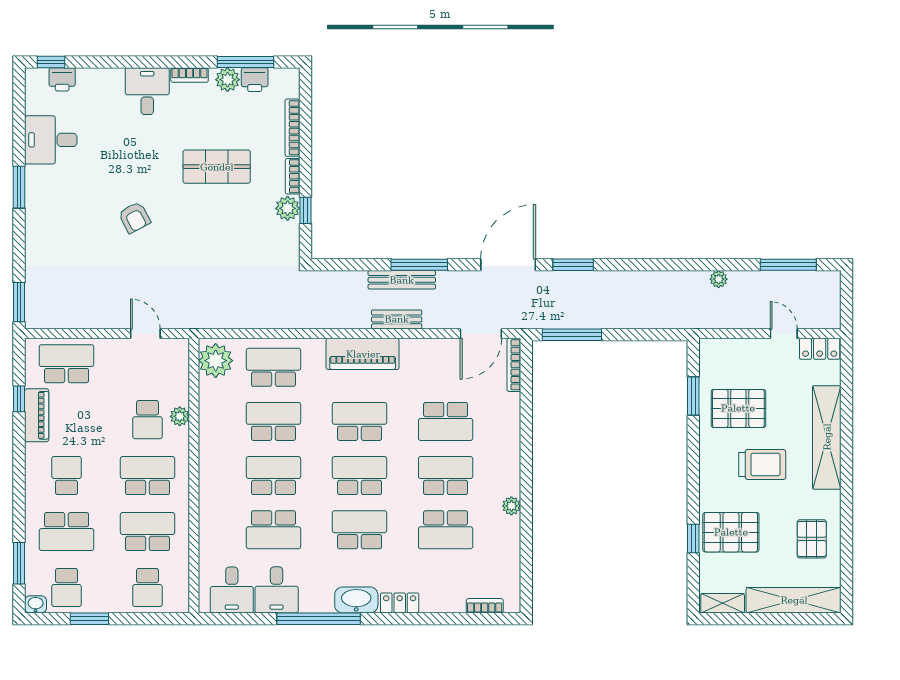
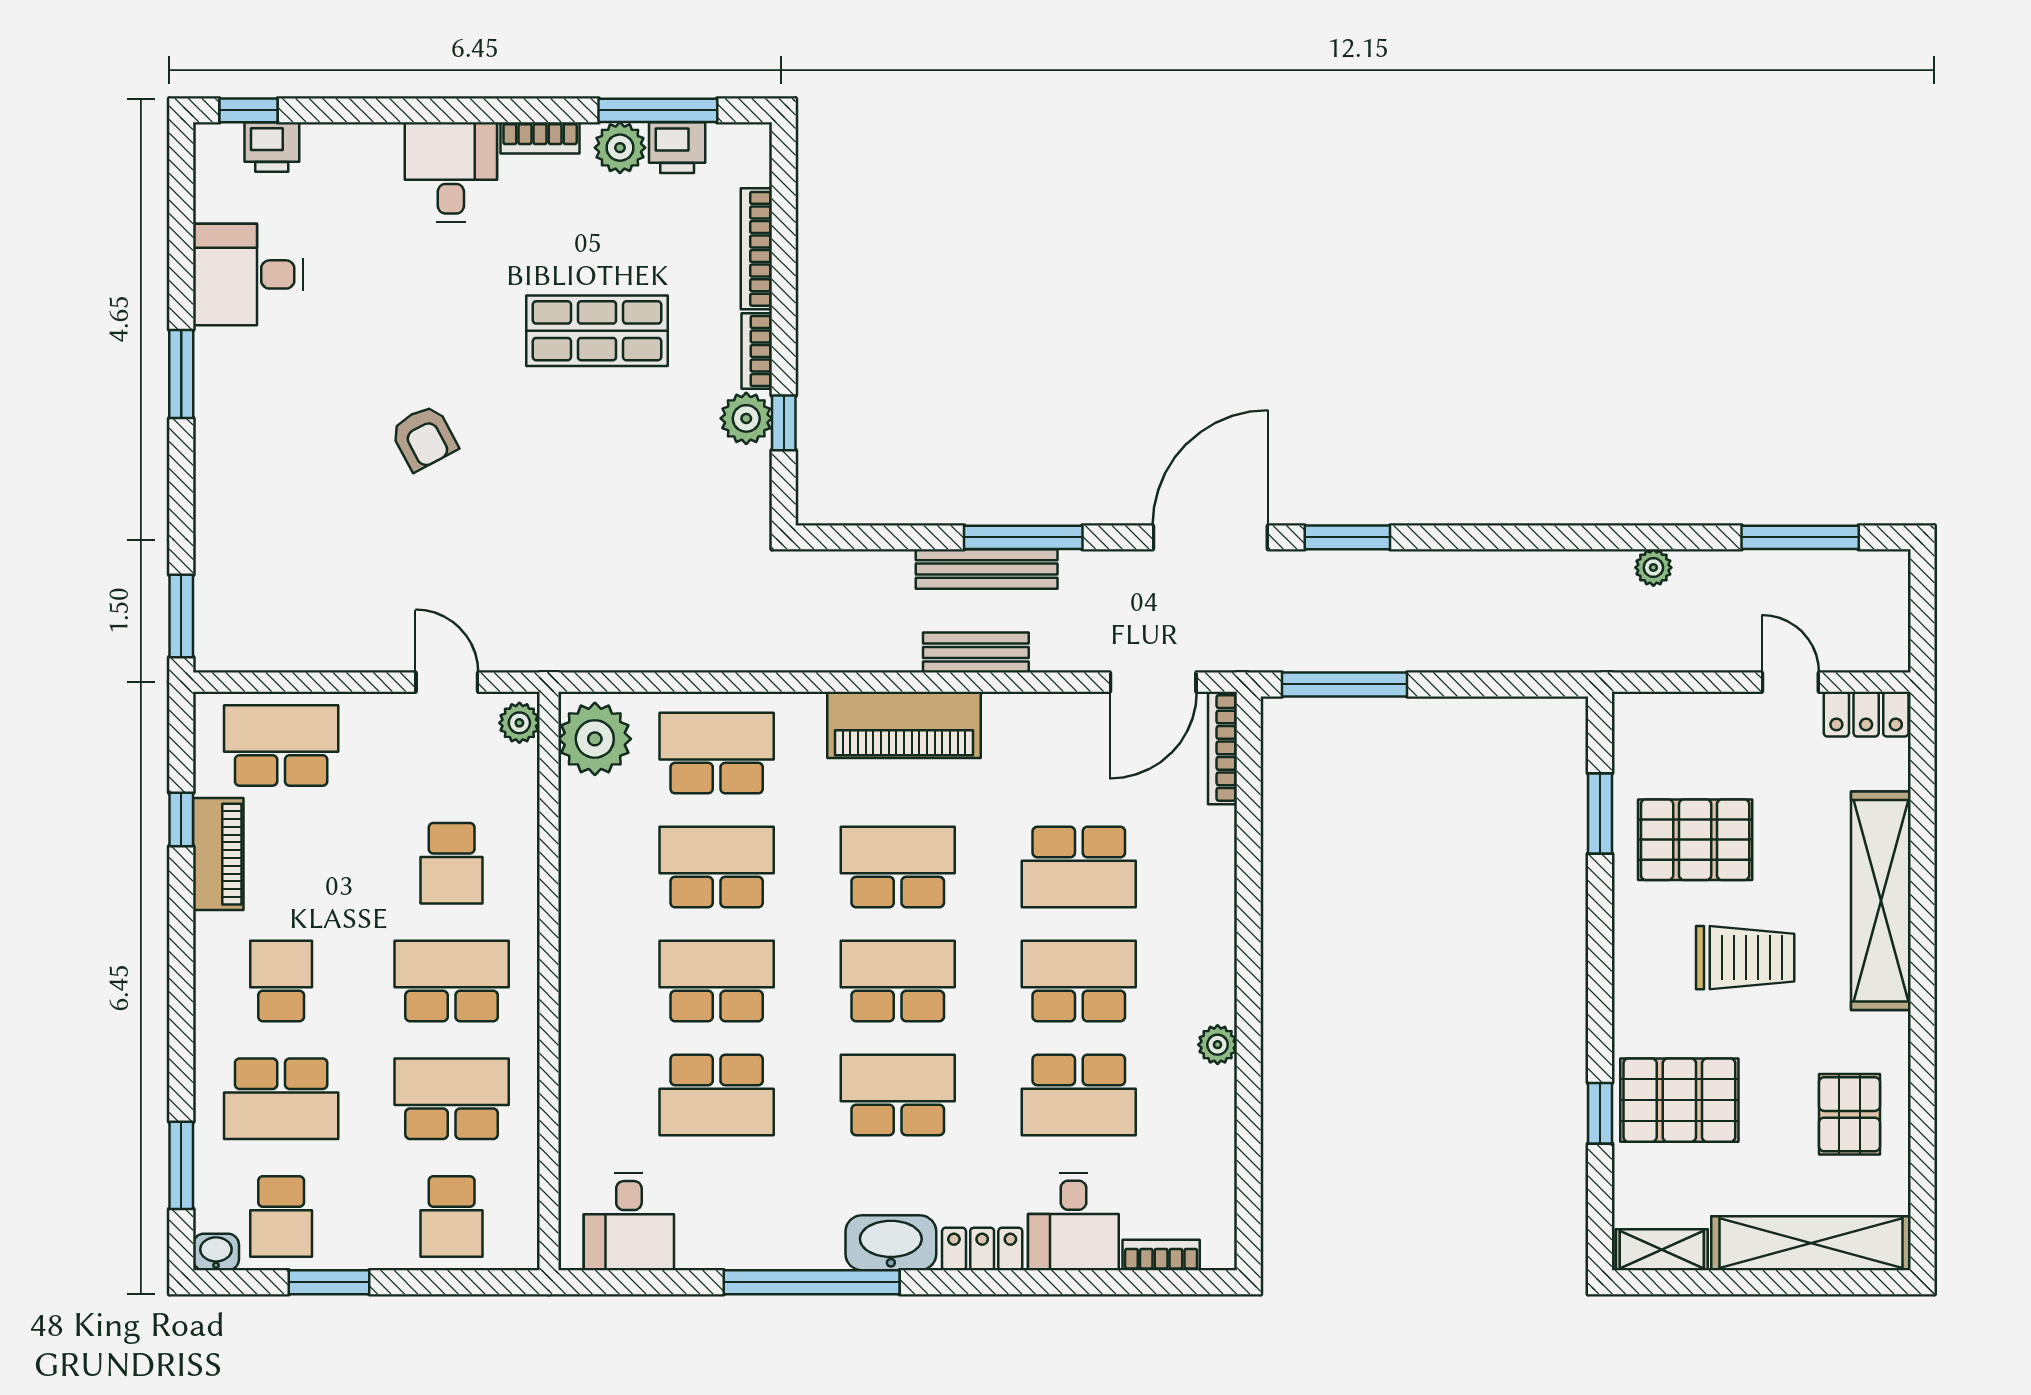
plant: (180, 416) -> (519, 723), moved
desk: (277, 590) -> (1073, 1222), moved

